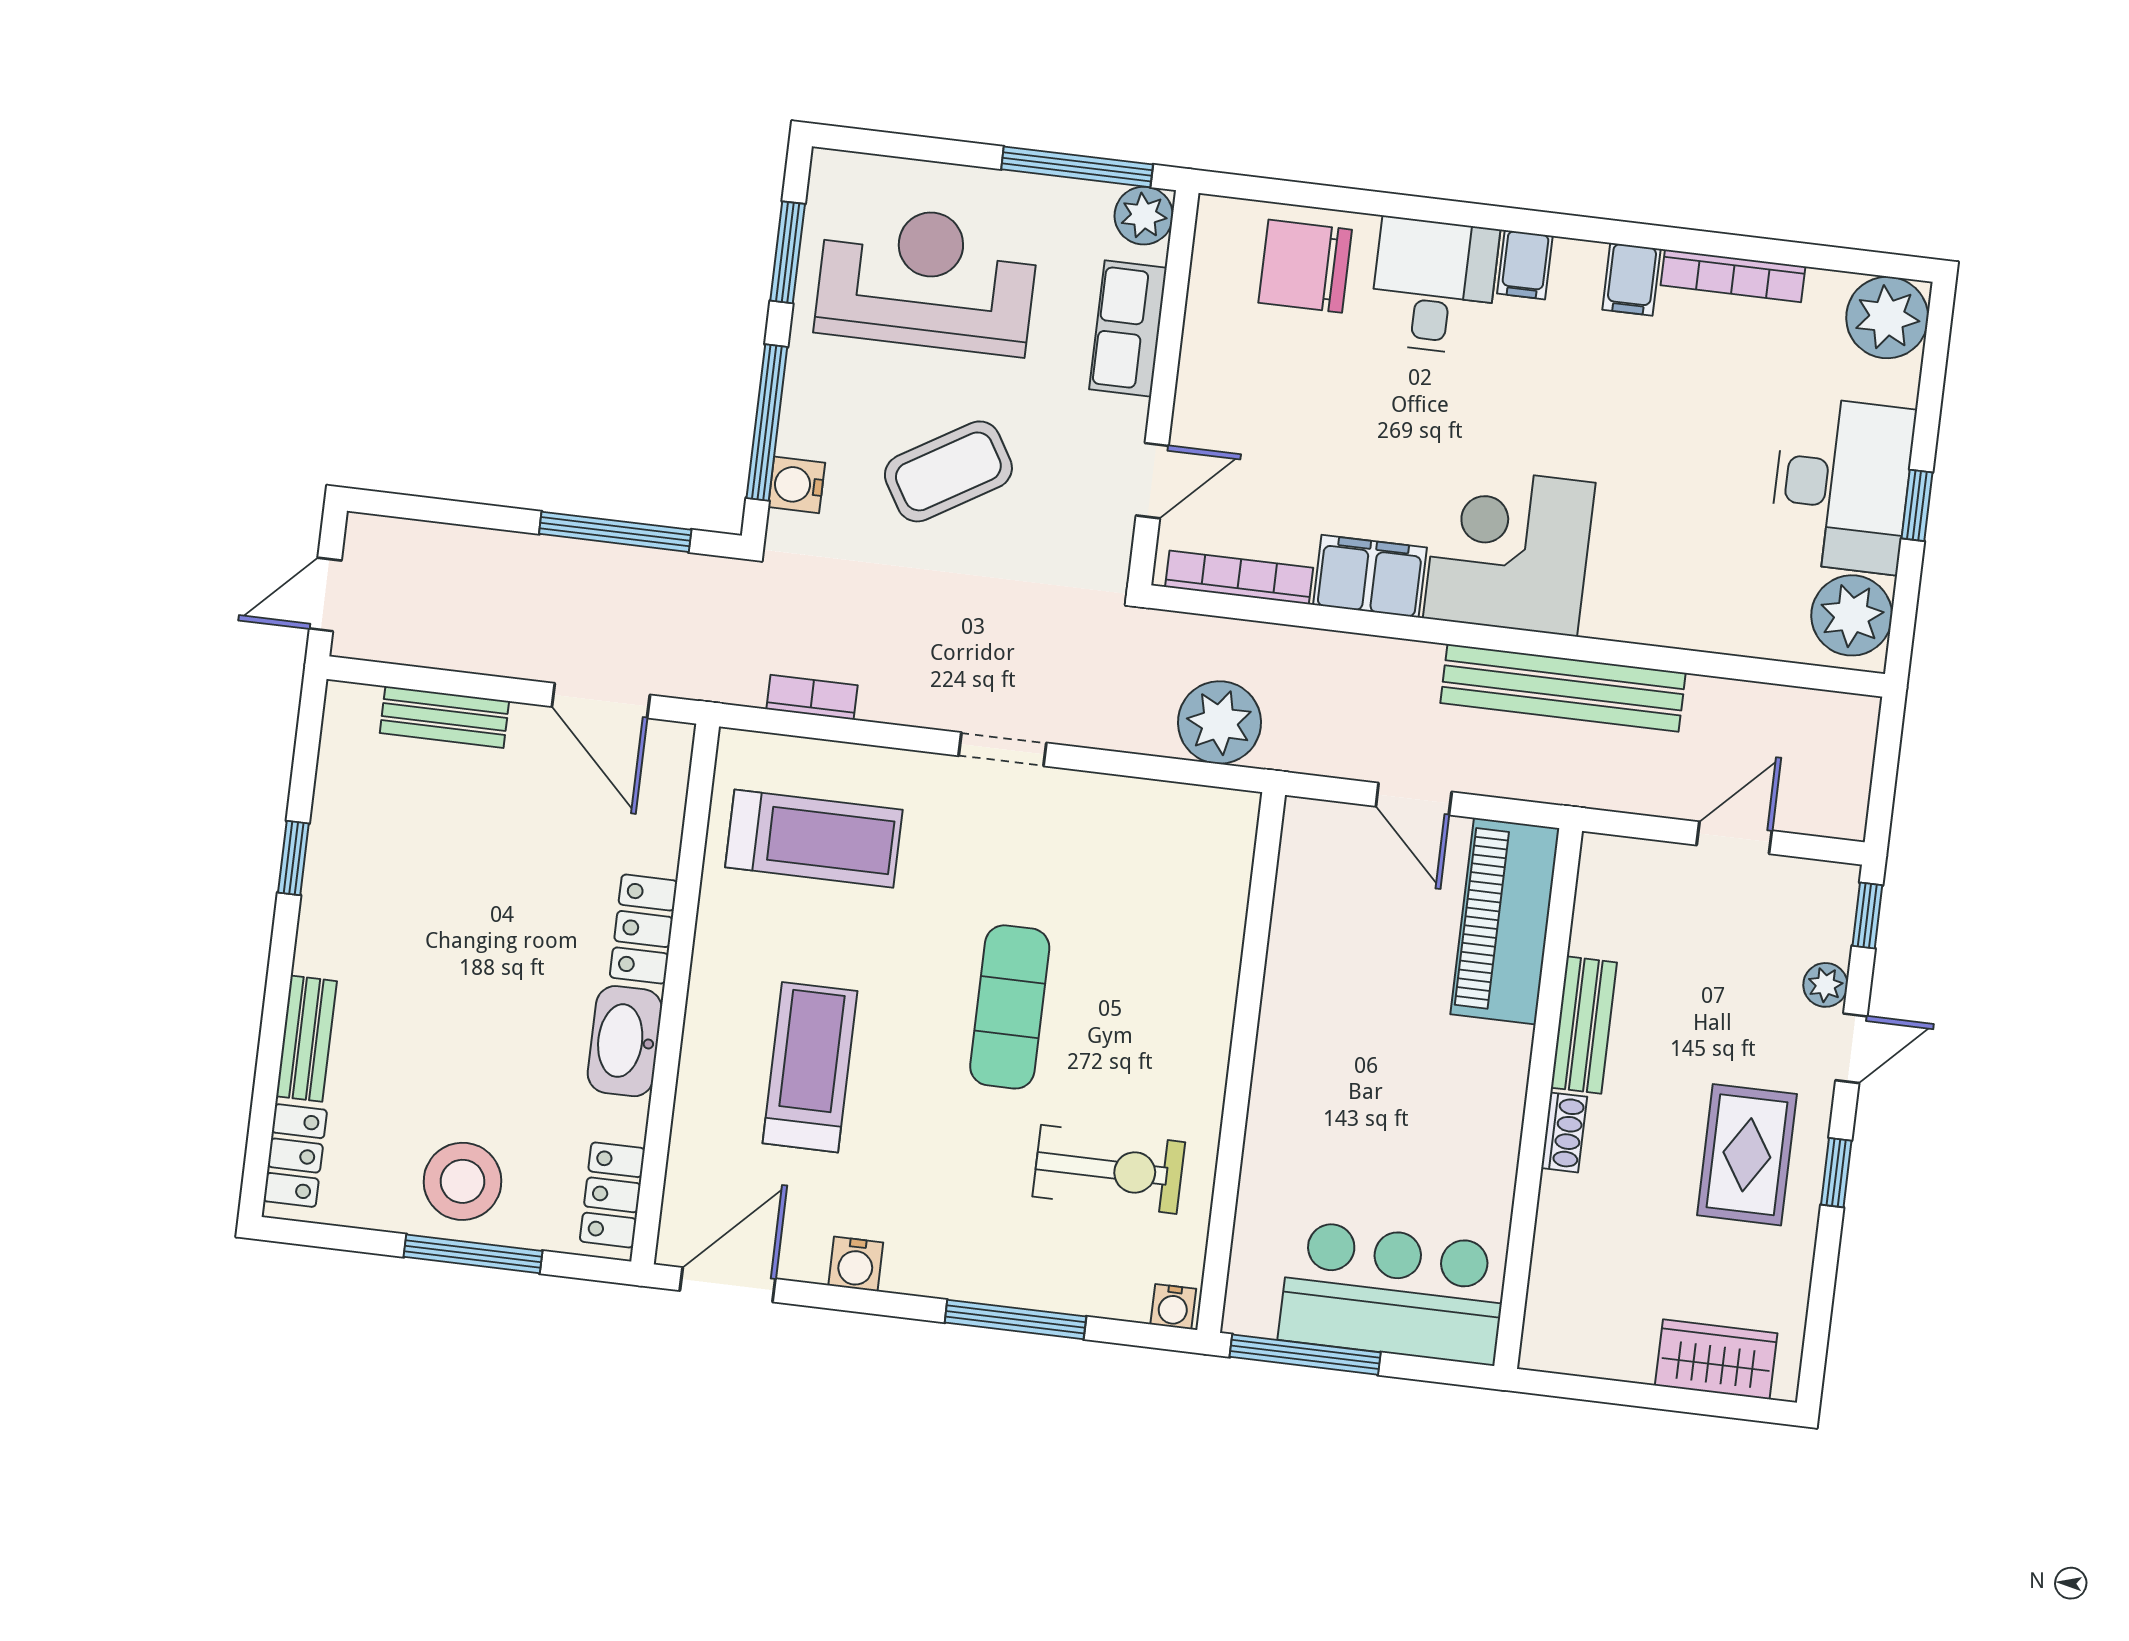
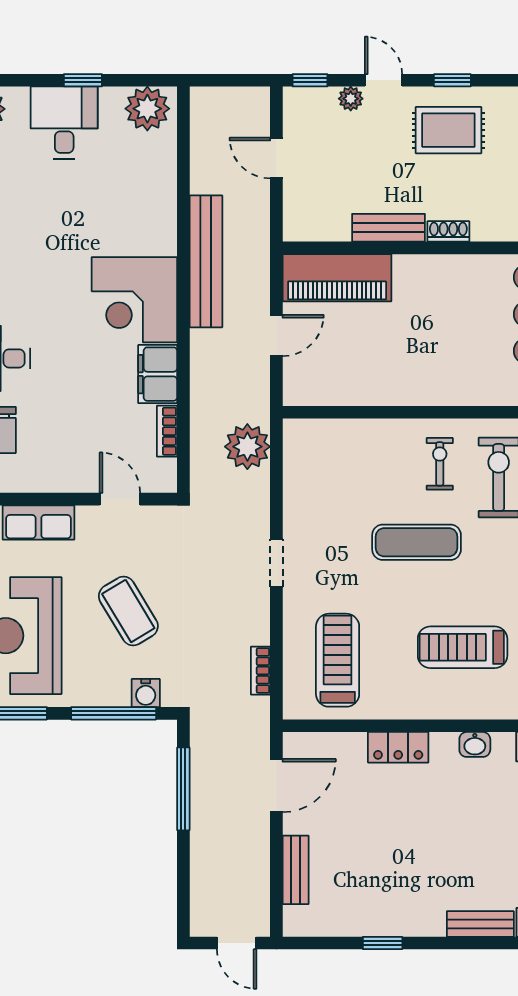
desk: (1842, 485) -> (64, 123), width x0.73
bookcase: (1239, 577) -> (167, 431), width x0.64
washbasin: (625, 1041) -> (475, 744), width x0.52, depth x0.69
exercise bike: (1146, 1066) -> (440, 464), added

